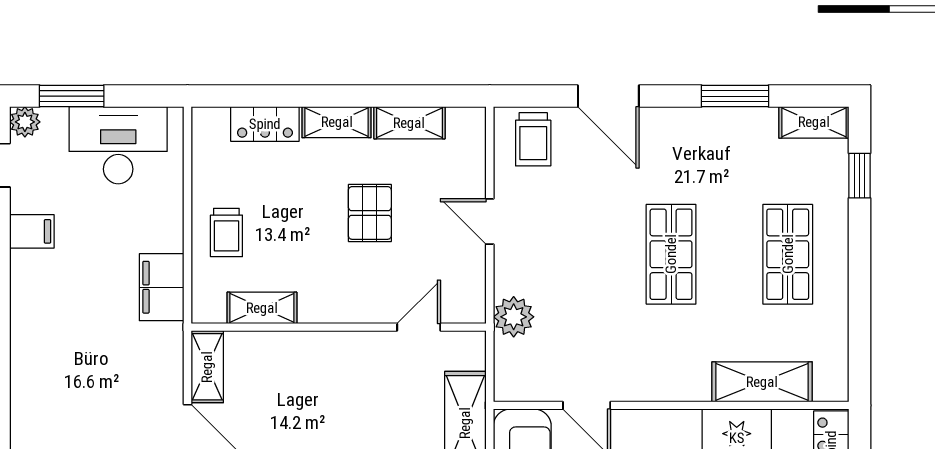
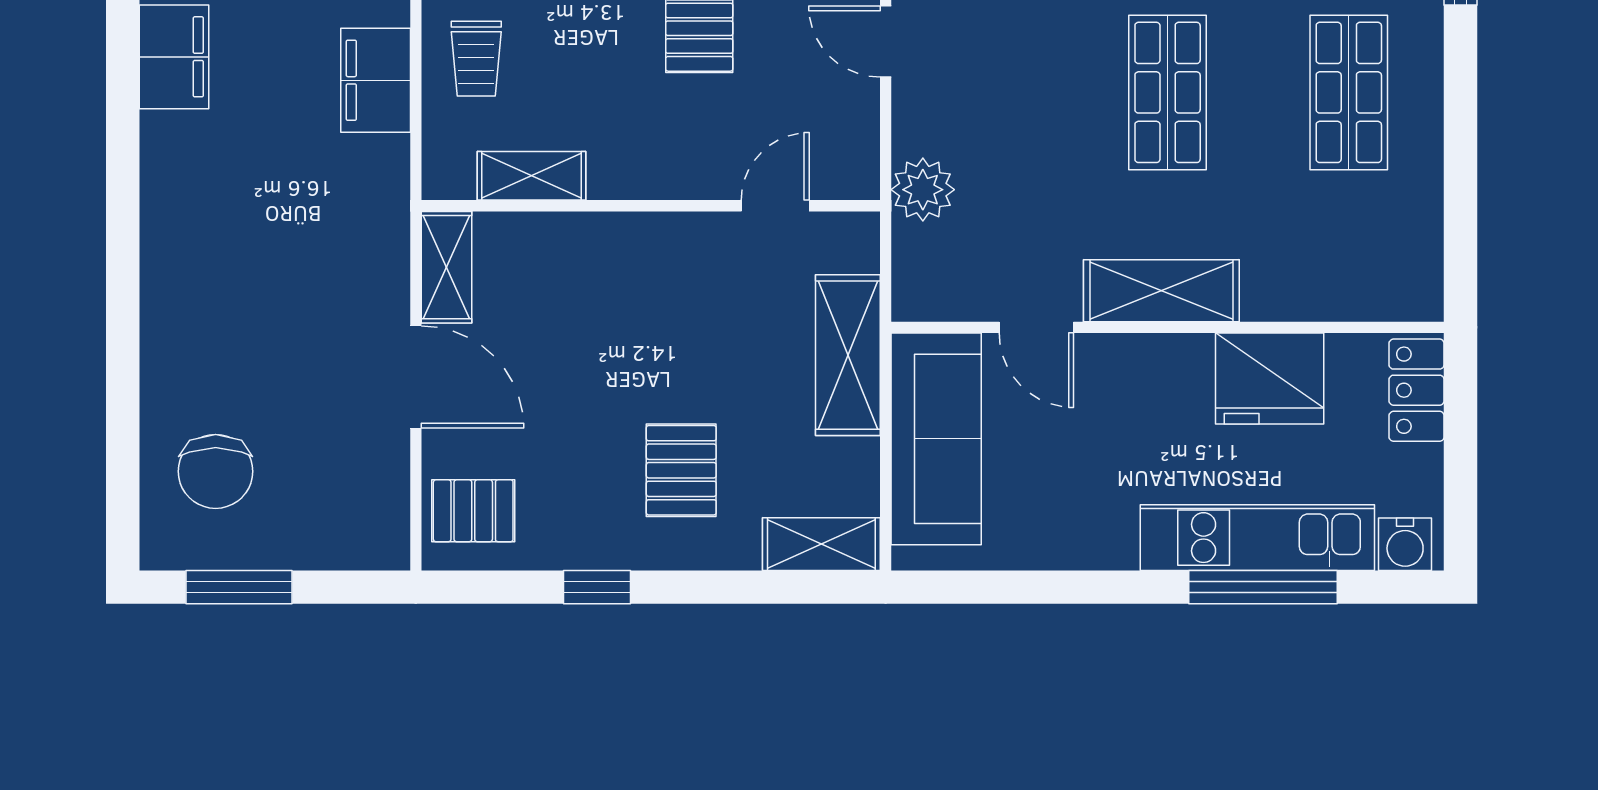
filing cabinet: (32, 231) -> (174, 57), width x2.00
filing cabinet: (162, 287) -> (376, 80), moved
shelving: (762, 382) -> (1161, 291), moved

